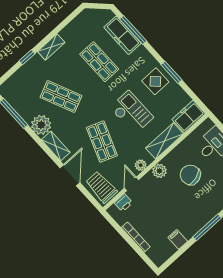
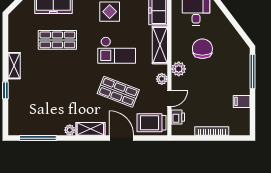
shop shelf: (61, 97) -> (57, 92), removed
checkout: (132, 112) -> (117, 50), turned 180
plant: (41, 125) -> (70, 130), width x0.53, depth x0.53
chair: (190, 175) -> (202, 49), turned 107
door: (131, 184) -> (169, 98), swing flipped

